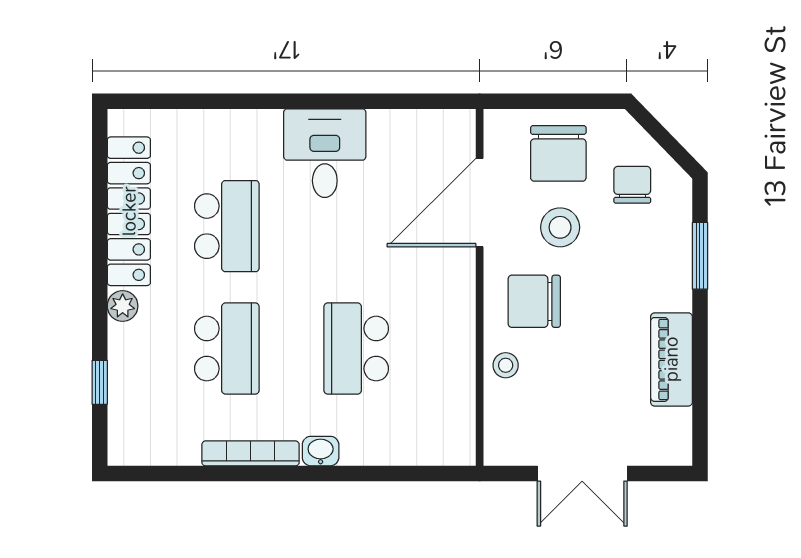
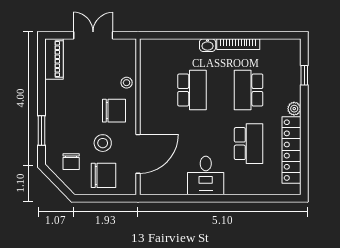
chair: (558, 153) -> (103, 175), turned 90
school desk: (227, 226) -> (249, 144), turned 180
piano: (671, 359) -> (54, 59), moved

